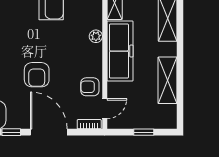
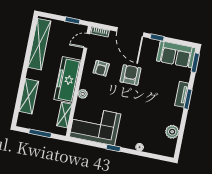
shelving: (167, 80) -> (39, 44), width x1.47
armchair: (90, 87) -> (101, 68), moved, turned 94
window: (144, 132) -> (72, 20), moved

